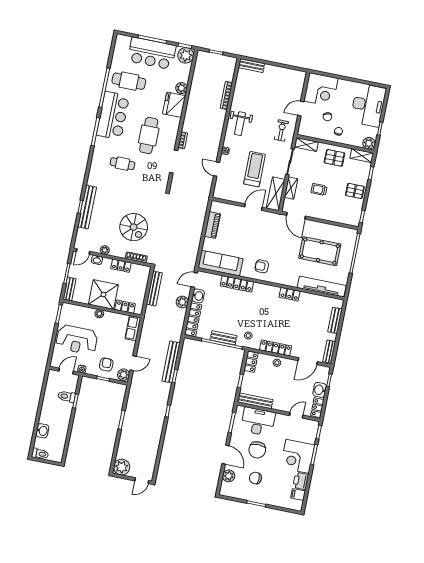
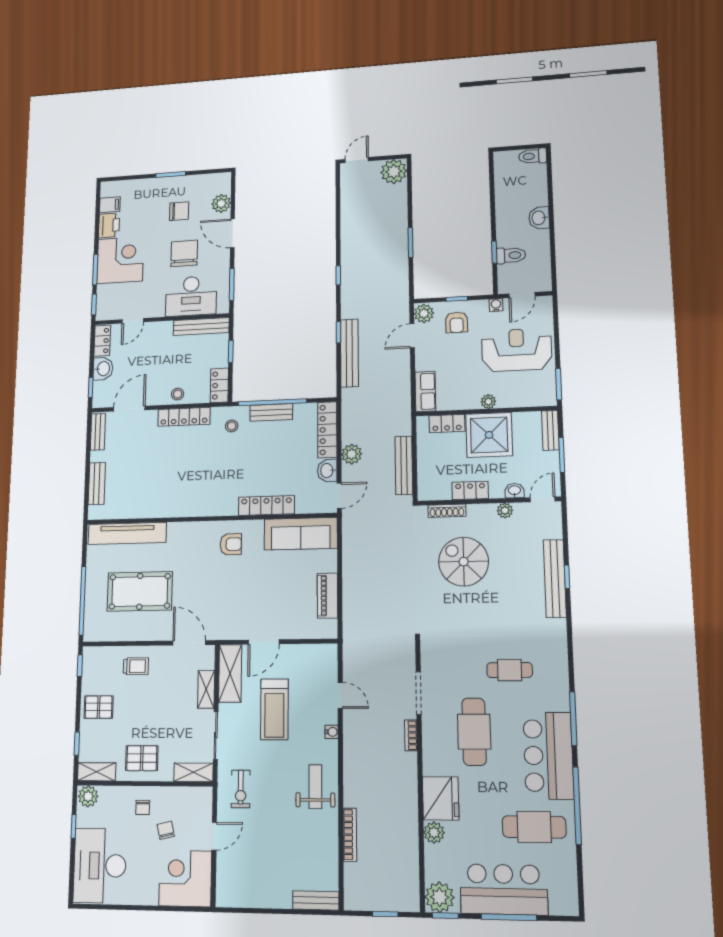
trolley: (319, 189) -> (136, 666), moved
locker: (290, 294) -> (177, 509), removed
washbasin: (42, 431) -> (539, 218), moved

